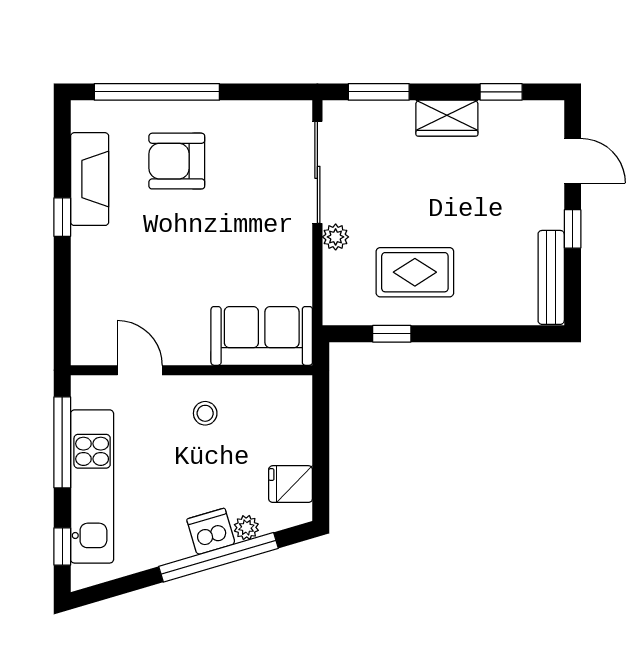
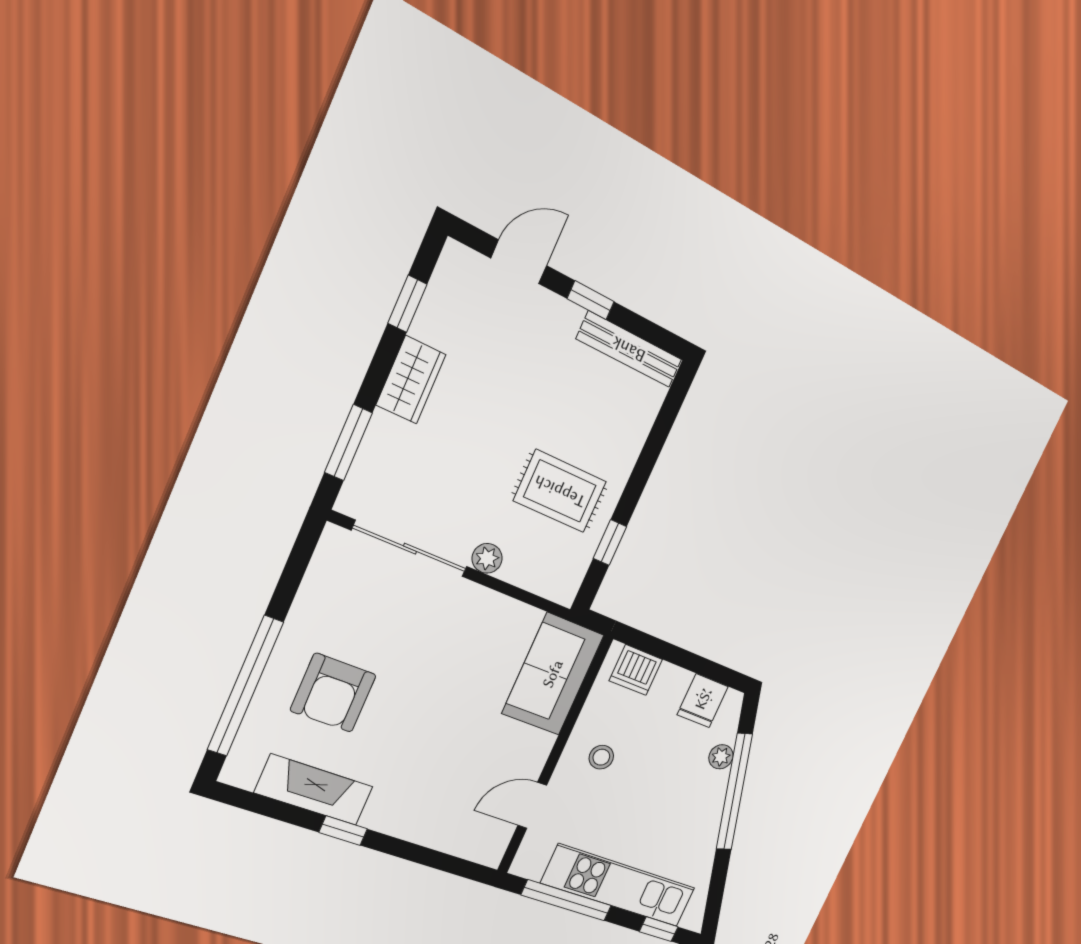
rug: (415, 272) -> (560, 491), turned 90
dishwasher: (211, 531) -> (636, 670), moved, turned -74

